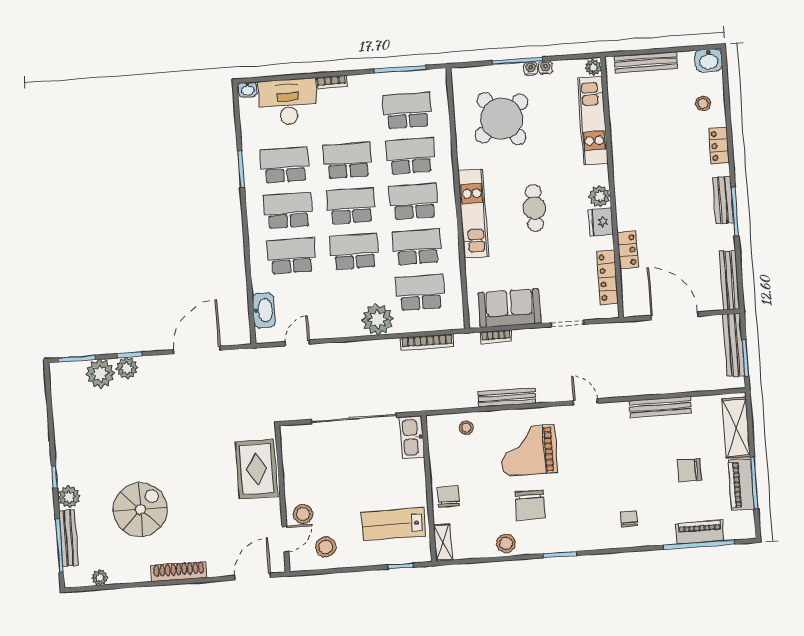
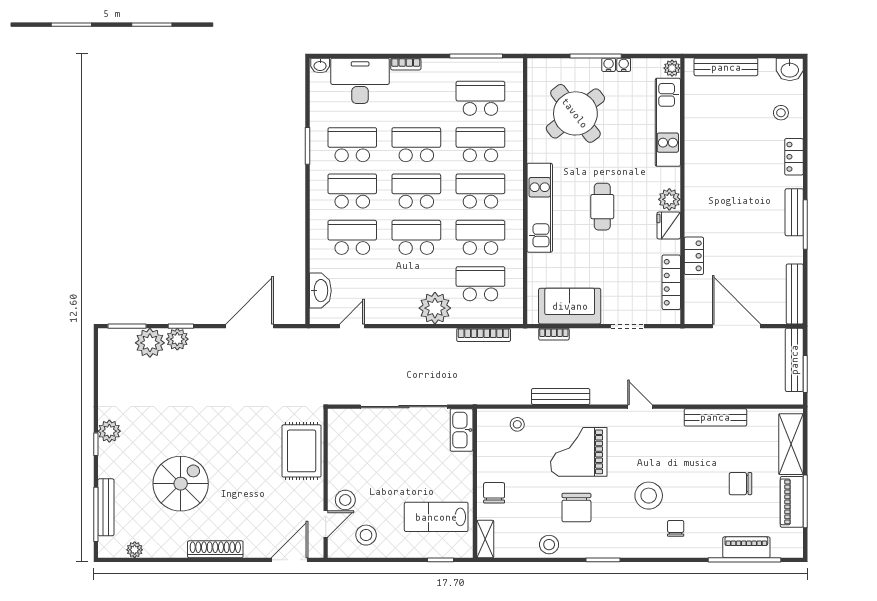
stool: (600, 488) -> (649, 496), added
plant: (69, 497) -> (109, 431), moved

